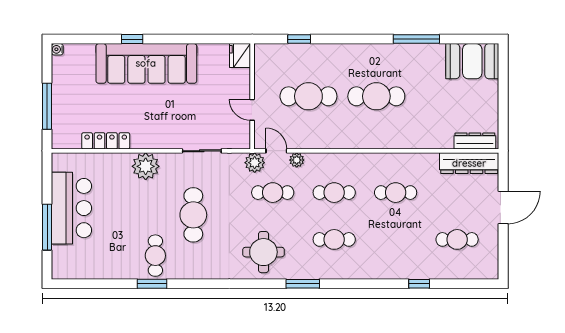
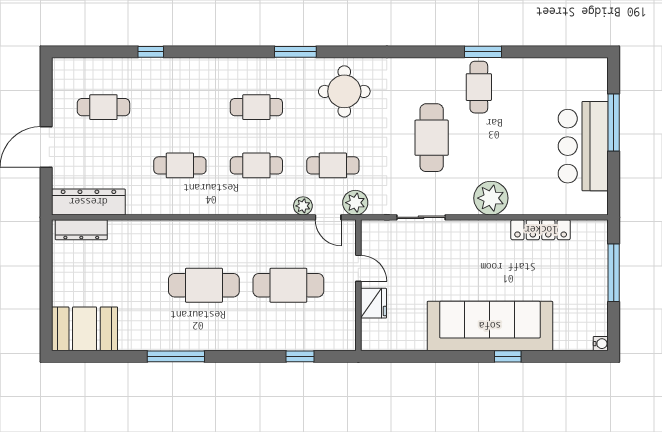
window: (416, 39) -> (176, 356), moved
fridge: (240, 55) -> (373, 303), moved

